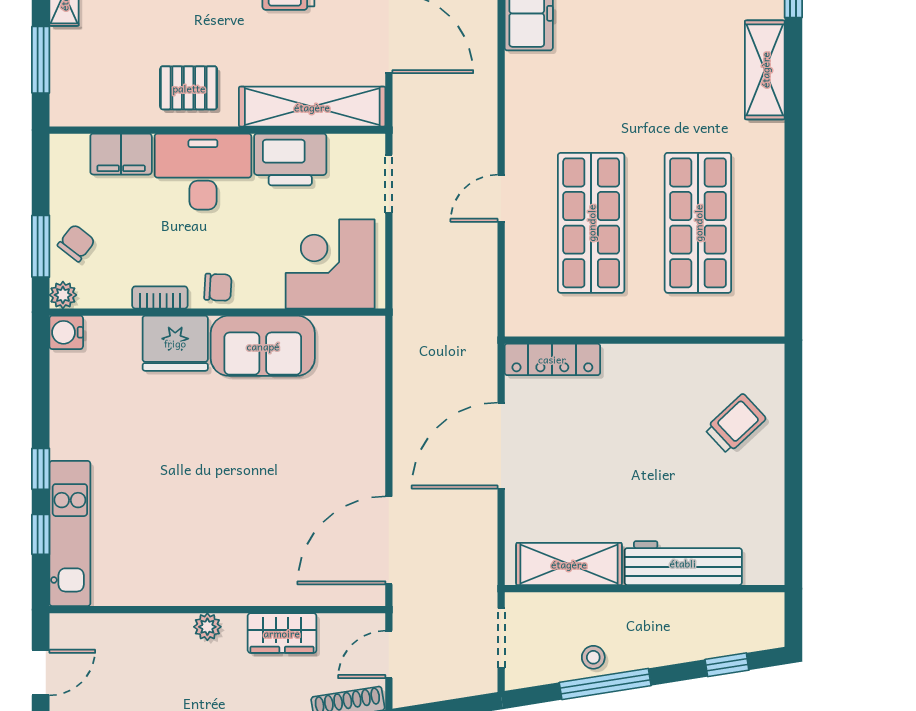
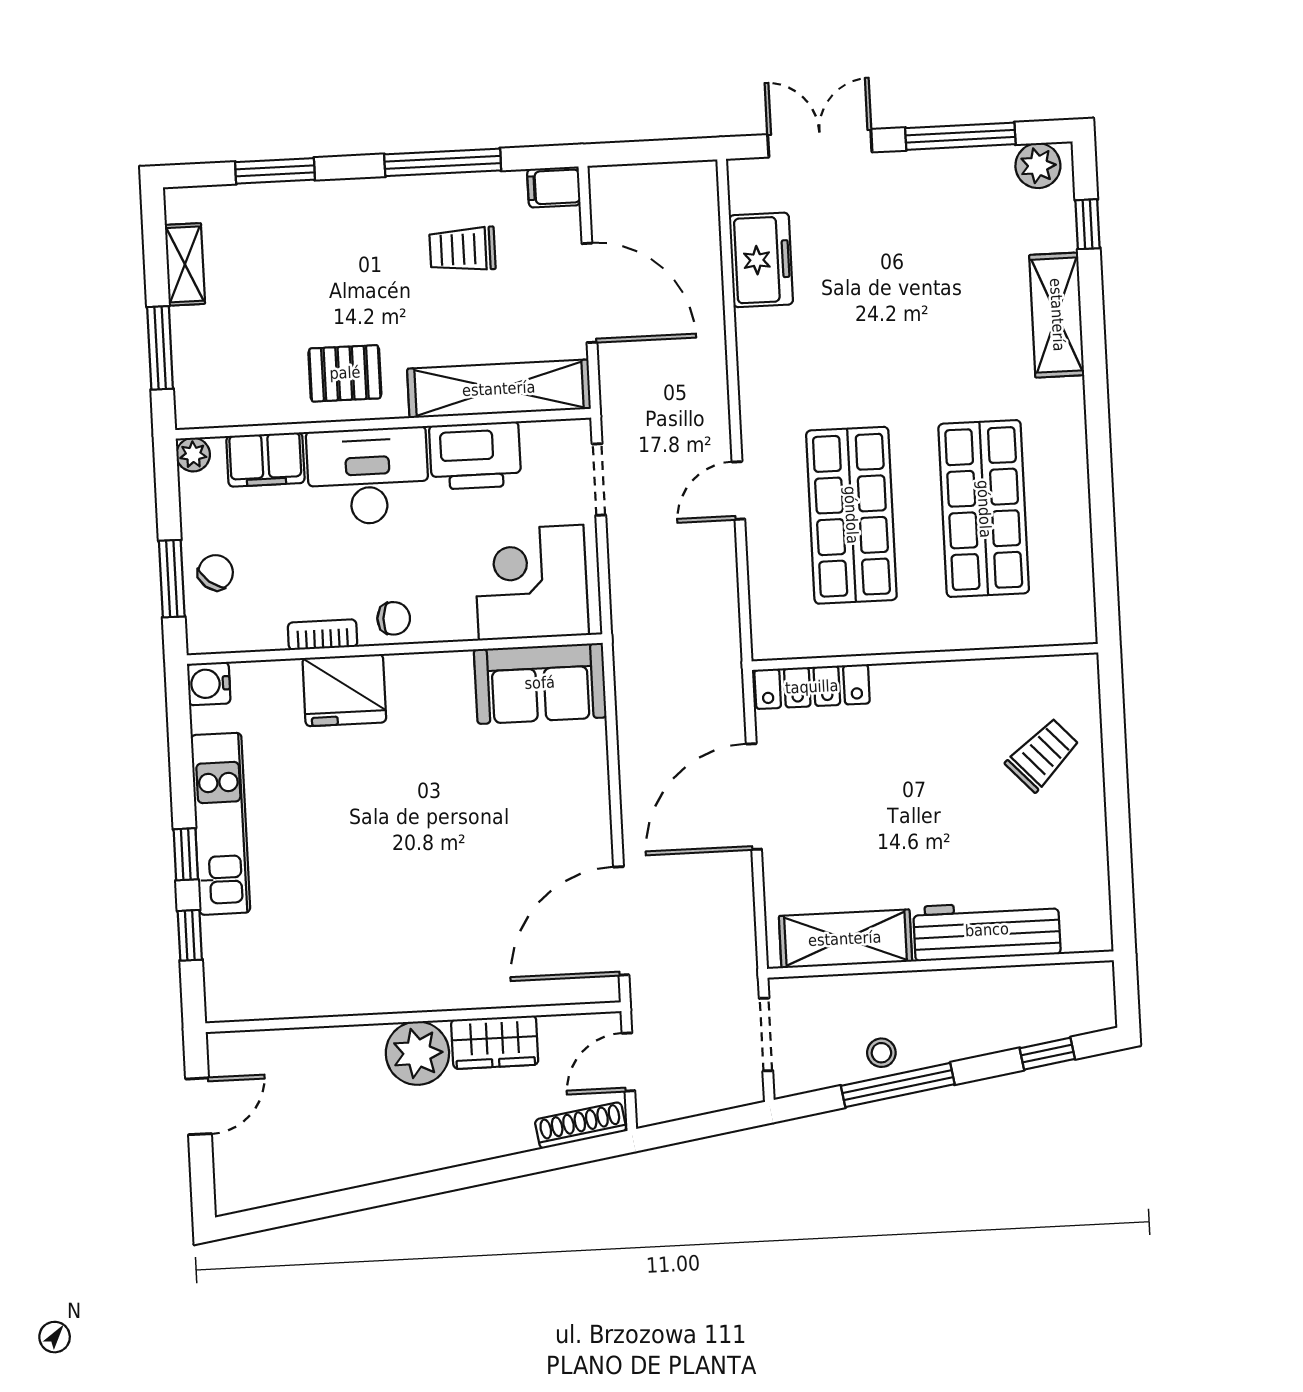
plant: (63, 295) -> (193, 455), moved
sofa: (263, 346) -> (540, 683), moved
kitchen unit: (70, 533) -> (220, 824), moved
plant: (207, 627) -> (417, 1053), width x1.88, depth x1.88

